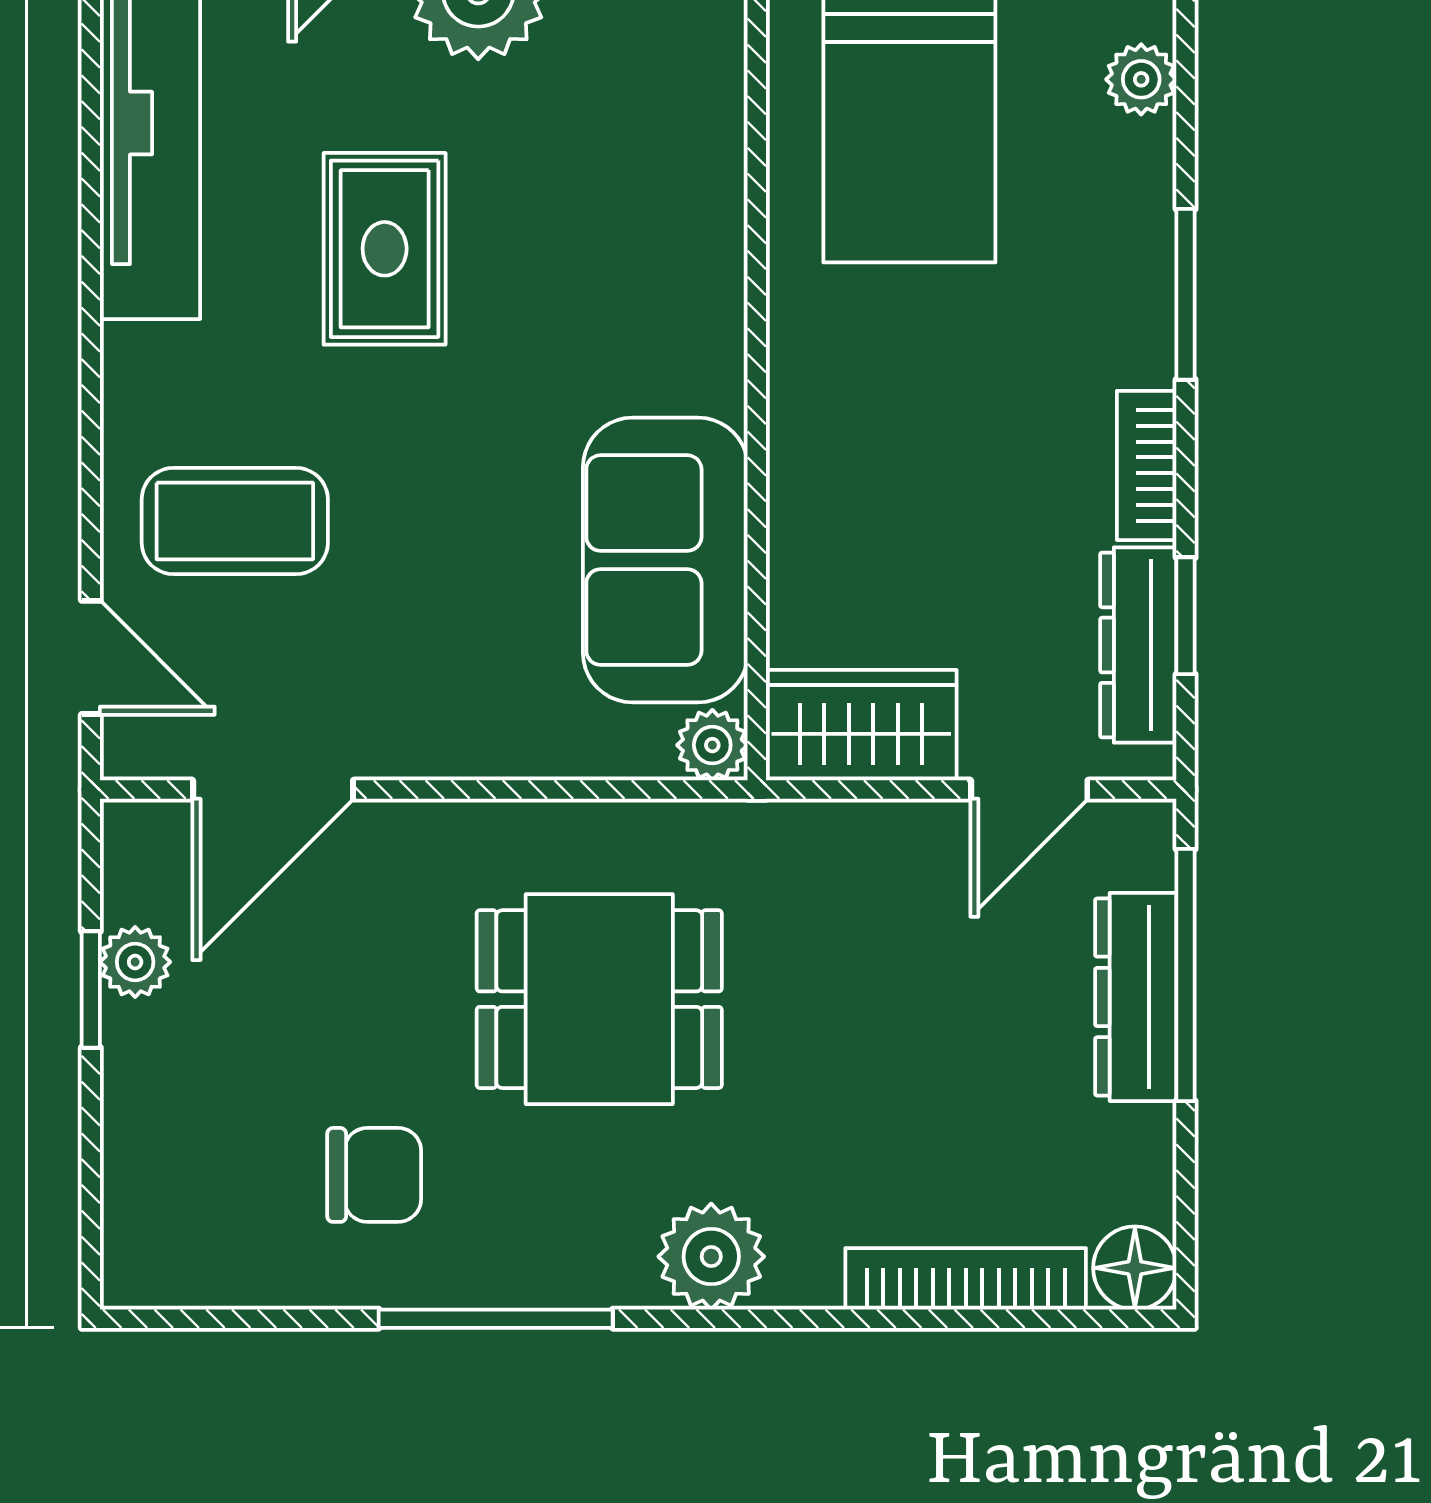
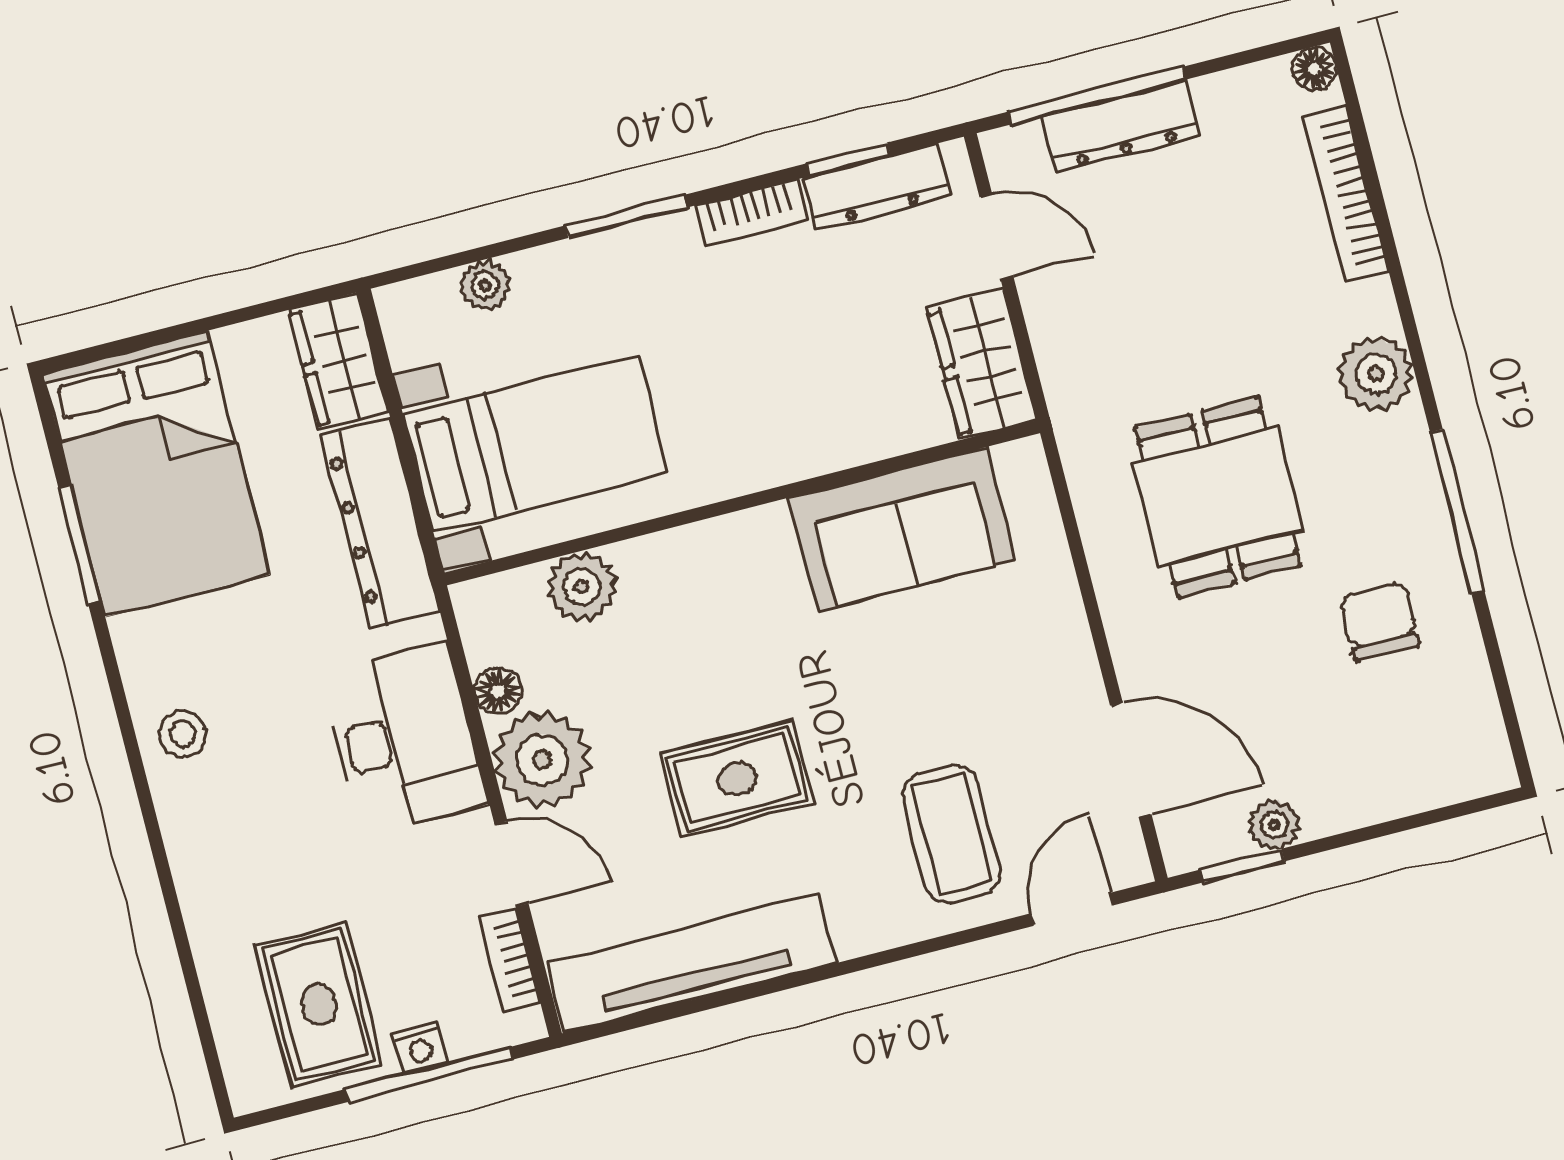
plant: (712, 745) -> (582, 587), moved, width x1.38, depth x1.38
window: (91, 989) -> (1243, 865), moved
floor lamp: (1135, 1268) -> (1314, 69), width x0.73, depth x0.73

